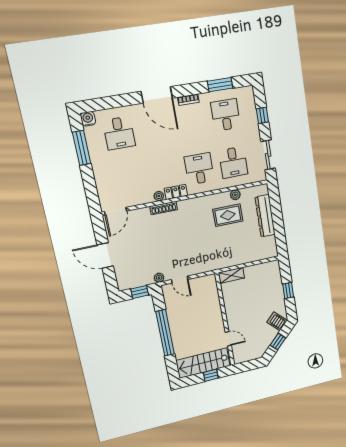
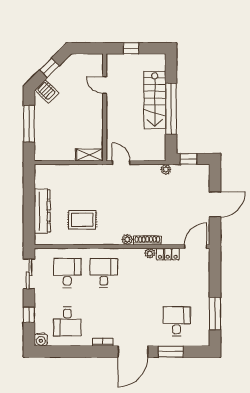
window: (220, 85) -> (171, 352), moved
door: (157, 95) -> (133, 352), swing flipped
water cooler: (88, 119) -> (41, 340), moved
desk: (199, 169) -> (104, 273), turned 180
locker: (176, 192) -> (168, 254), moved
plant: (235, 195) -> (127, 239), moved
door: (105, 256) -> (215, 204), hinge flipped
door: (180, 280) -> (121, 163), moved
window: (288, 290) -> (29, 124), width x2.17
stairs: (203, 363) -> (155, 100), moved, turned 90

